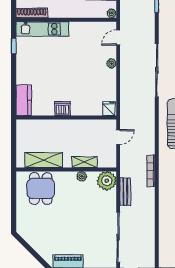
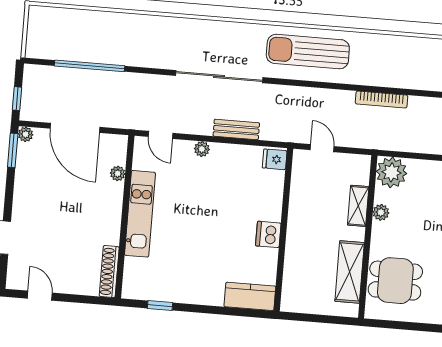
plant: (112, 13) -> (118, 173), moved
kitchen unit: (42, 29) -> (140, 214), moved
bench: (125, 192) -> (236, 129), moved

